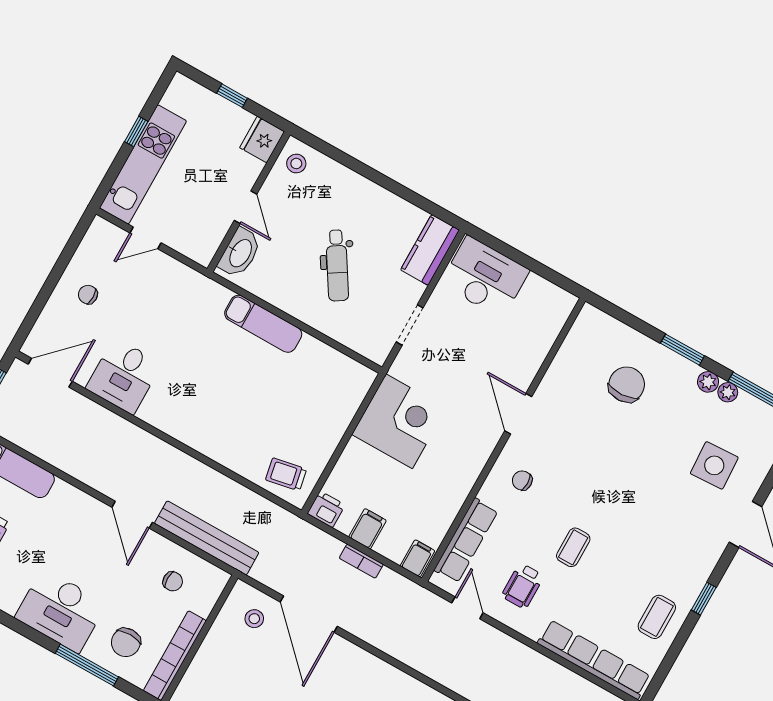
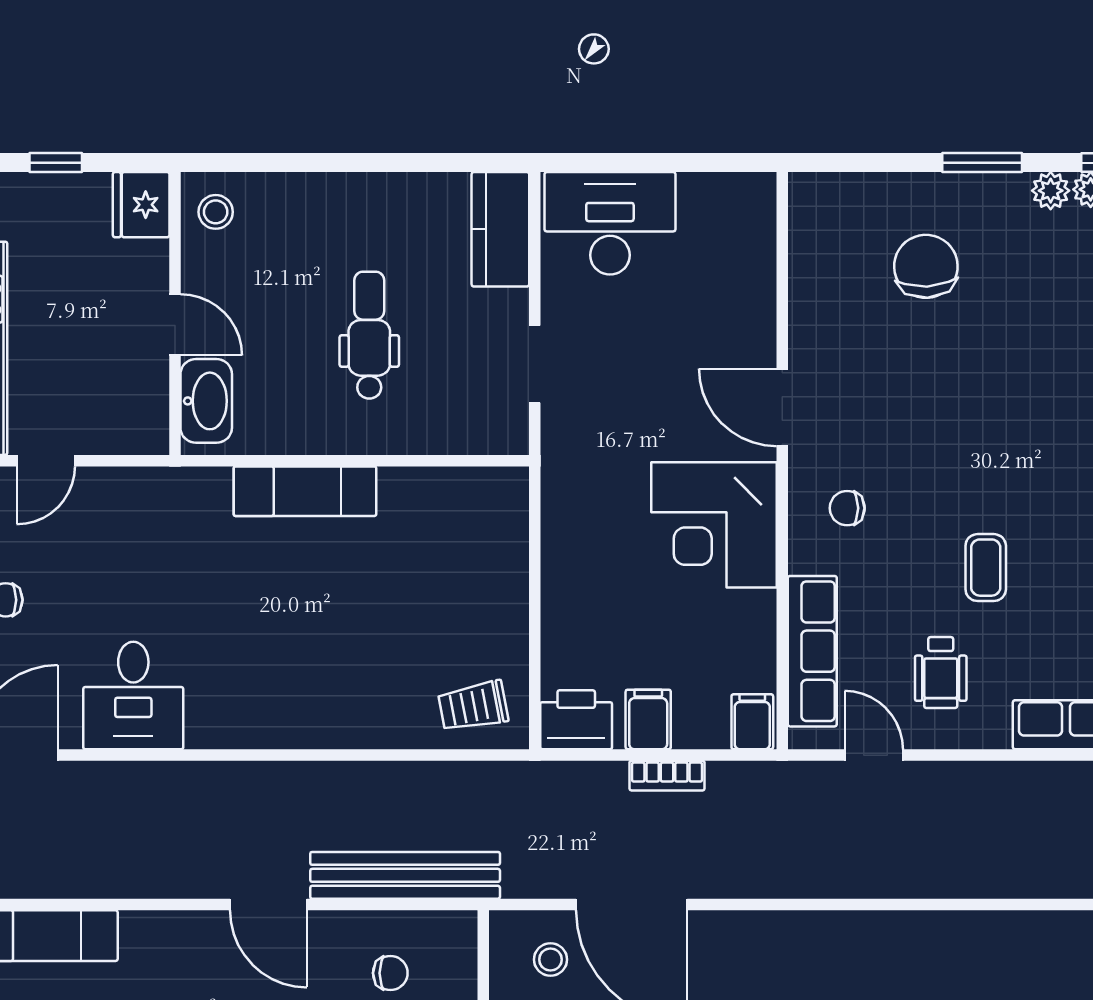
dental chair: (337, 265) -> (369, 335), turned -148
corner desk: (399, 421) -> (714, 525), moved, turned 180
printer: (326, 509) -> (576, 720), width x1.36, depth x1.24

